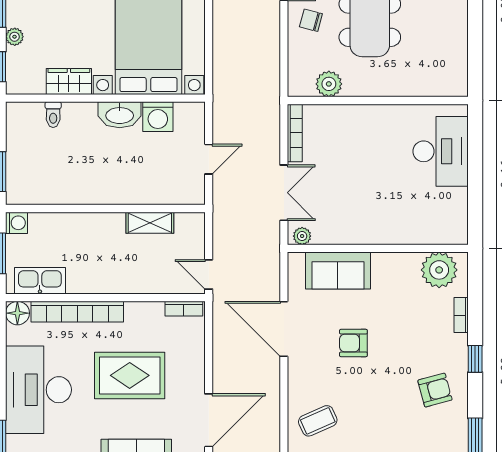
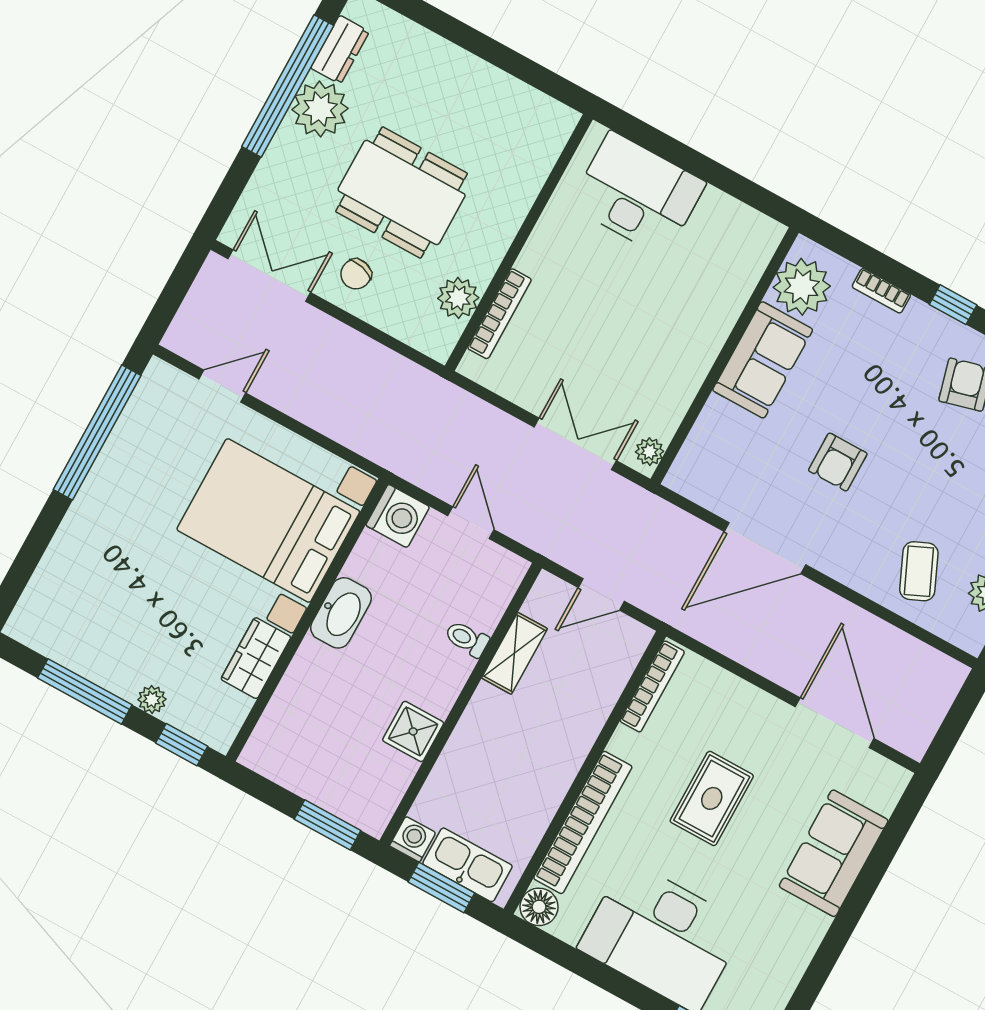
toilet: (53, 115) -> (467, 639), moved, turned 180
washing machine: (158, 117) -> (398, 516), moved
bookcase: (295, 133) -> (499, 314), moved, turned 90
shower: (76, 190) -> (413, 731), added
sofa: (338, 271) -> (763, 360), moved
door: (209, 274) -> (601, 594), moved
kitchen sink: (40, 281) -> (467, 865), moved, turned 90
bookcase: (184, 309) -> (652, 686), width x1.56
rug: (130, 375) -> (712, 798), width x0.73, depth x0.70

